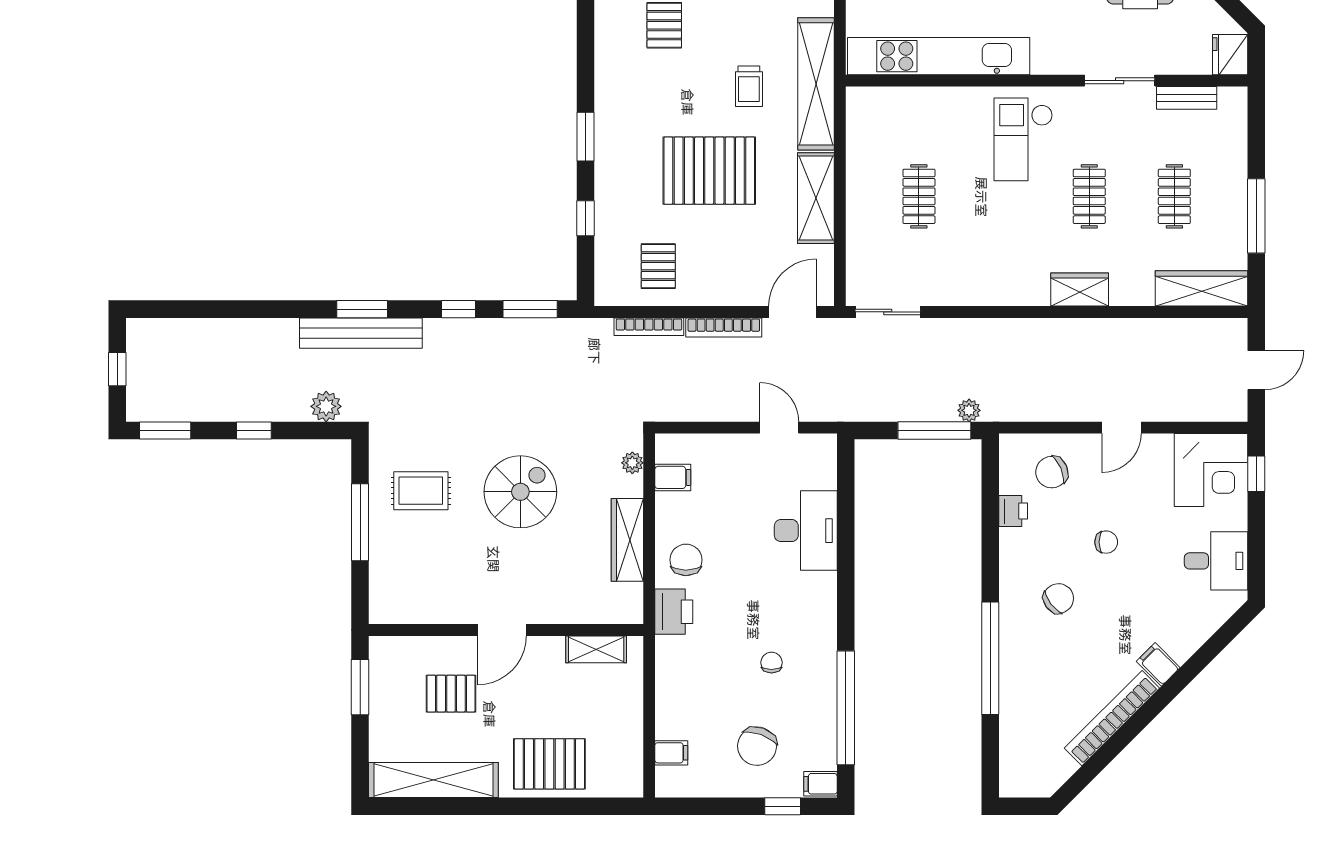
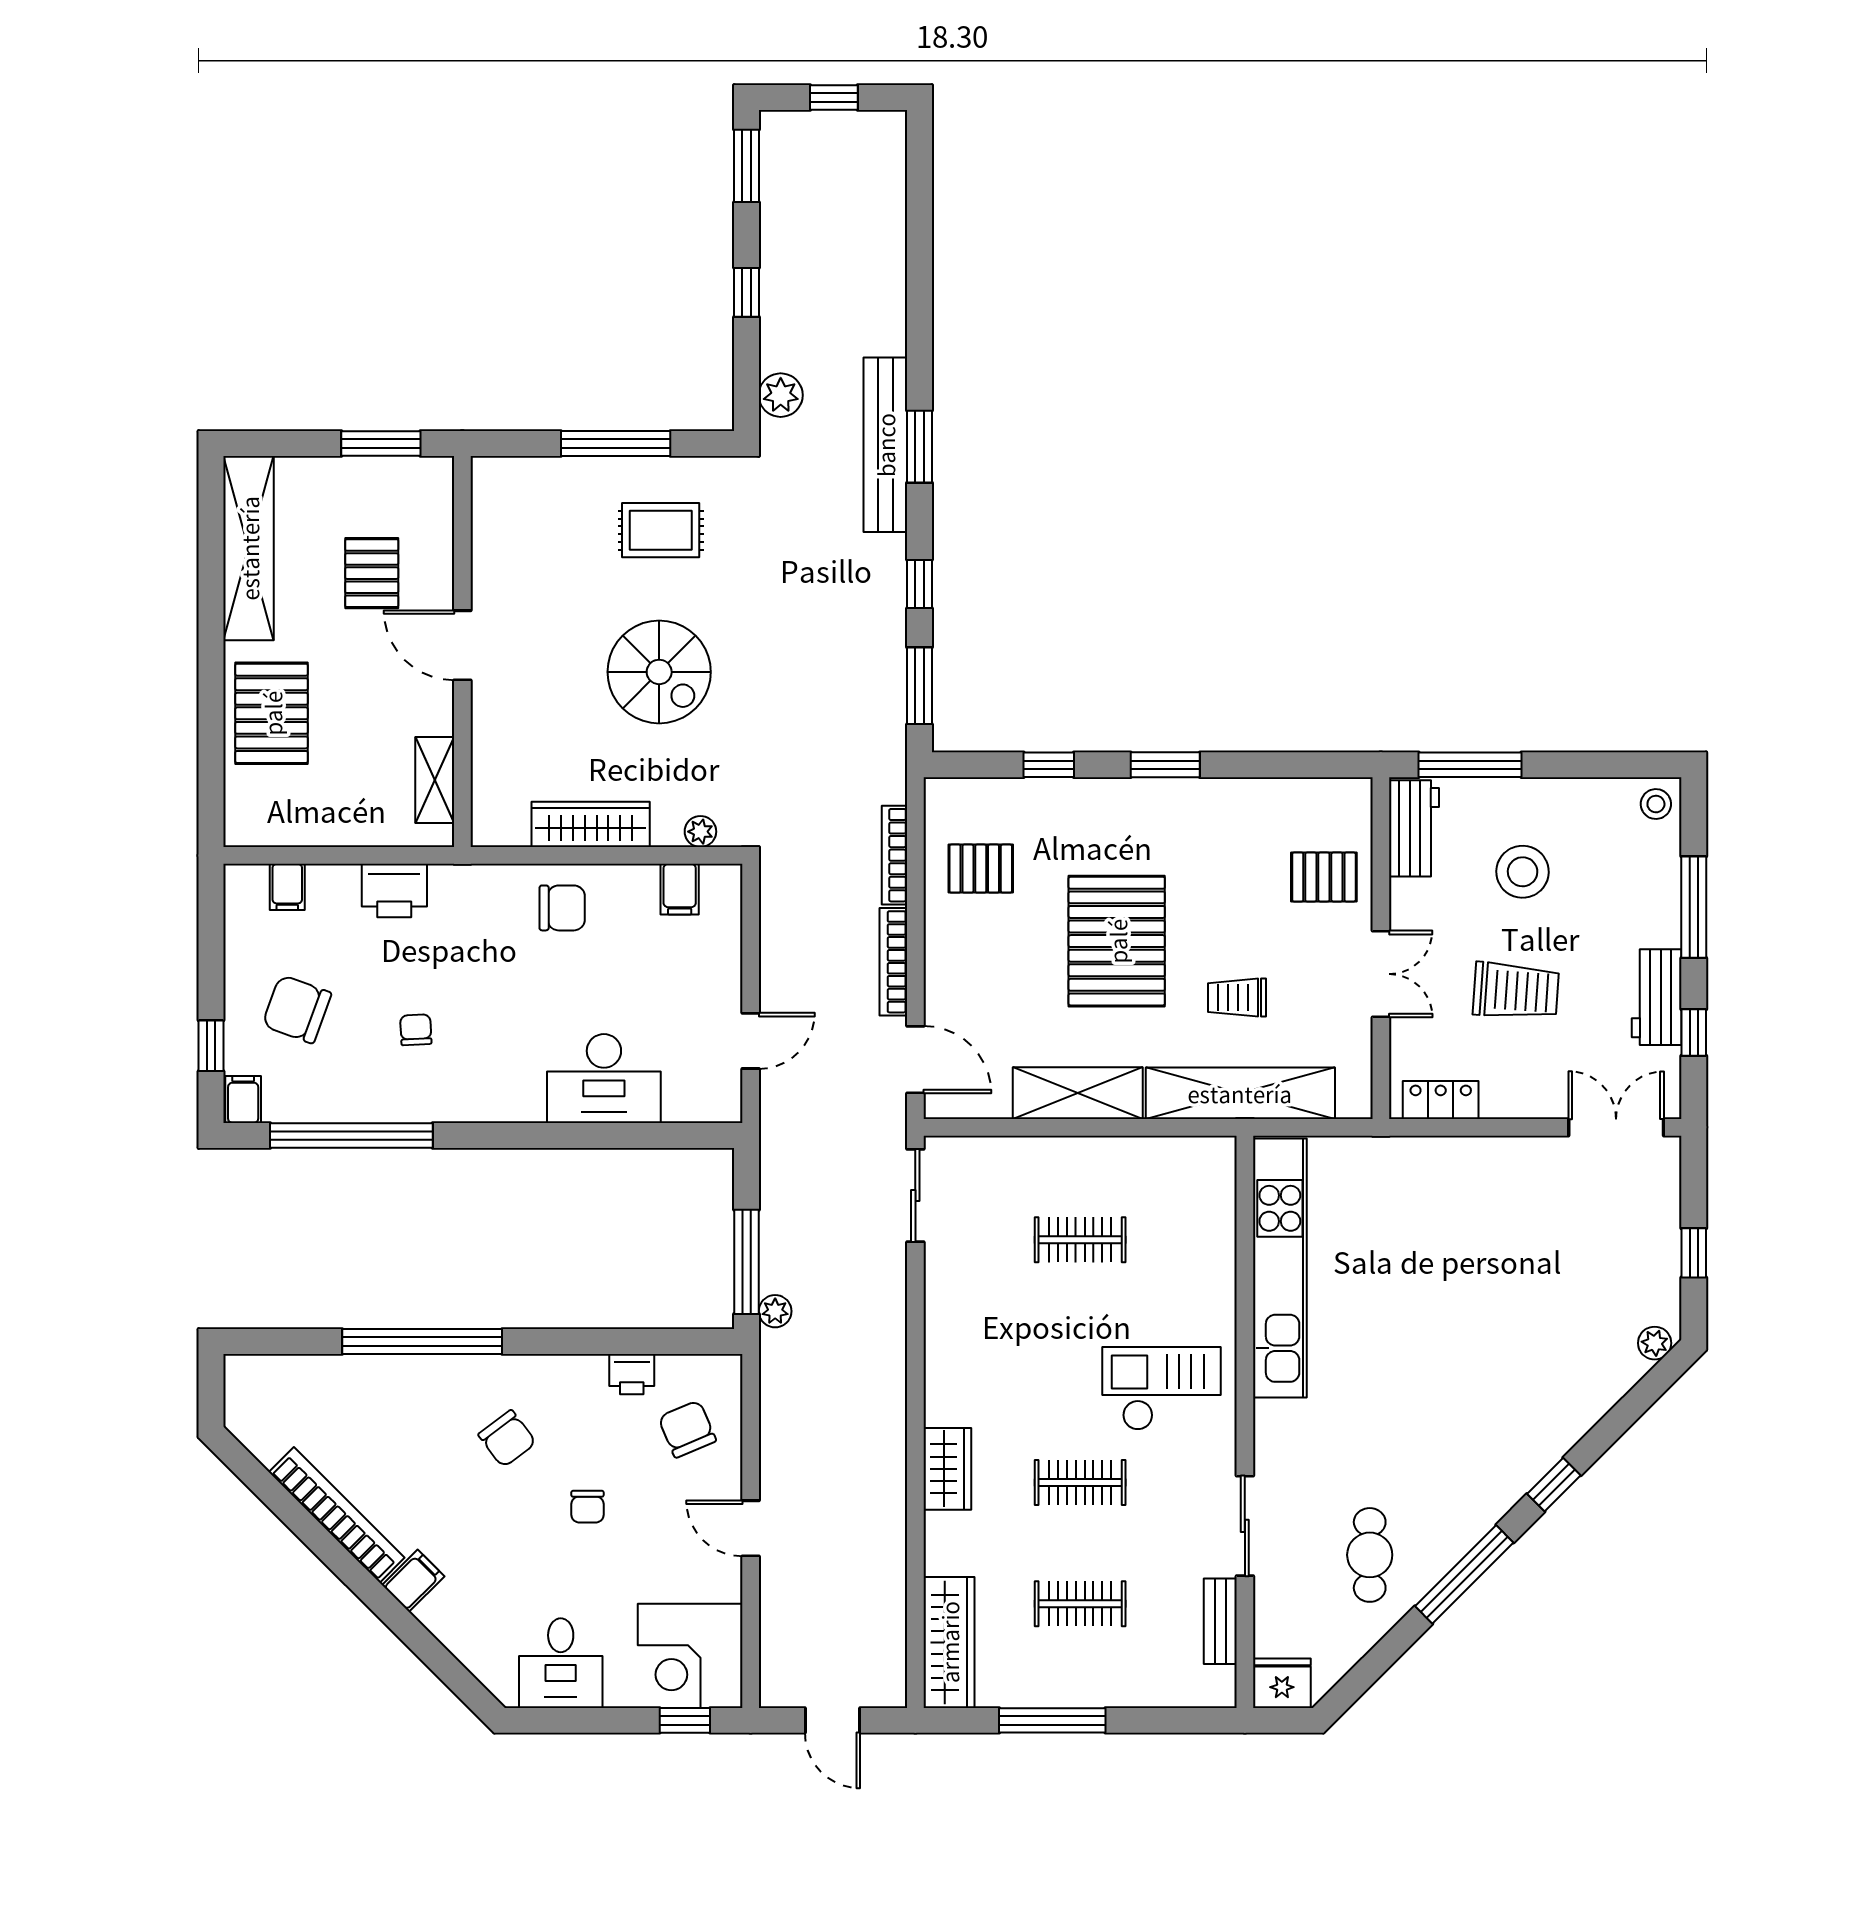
rug: (421, 491) -> (661, 530), turned 90
printer: (674, 612) -> (394, 891), moved
chair: (771, 663) -> (416, 1030), turned -93

